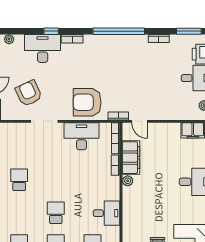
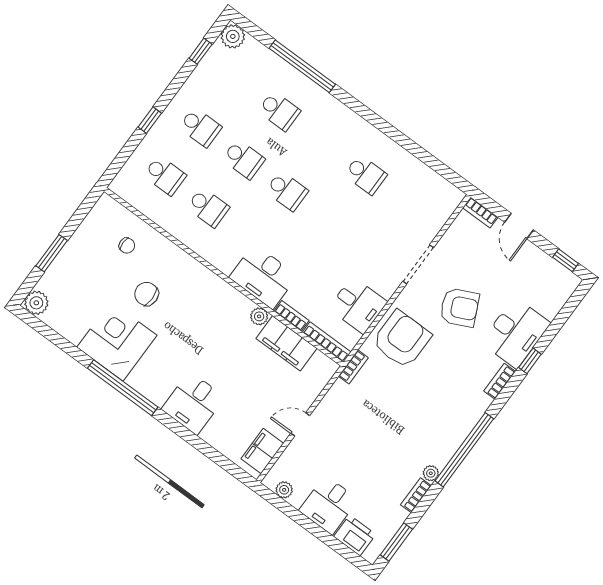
plant: (9, 39) -> (431, 473), moved
armchair: (29, 93) -> (459, 307), moved
door: (139, 121) -> (300, 424), moved
desk: (82, 136) -> (358, 305), width x0.73
desk: (106, 213) -> (263, 277), moved, width x1.37

